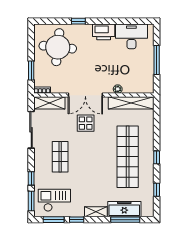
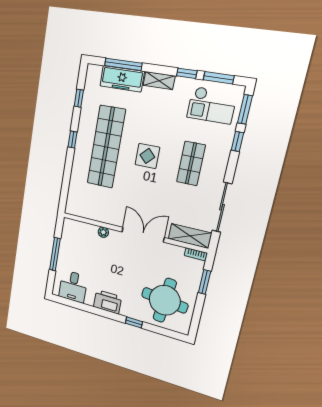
desk: (131, 36) -> (73, 286), width x0.73
shelving: (131, 103) -> (91, 212), removed
display table: (86, 123) -> (147, 156), moved

